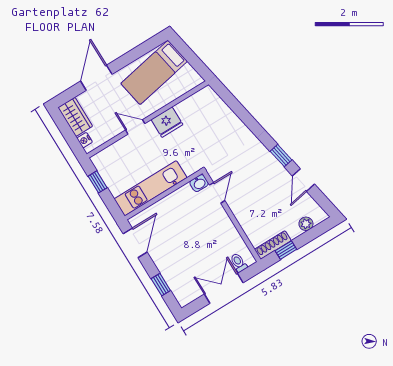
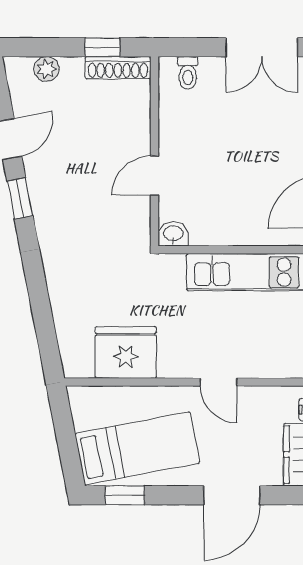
window: (146, 47) -> (125, 495), added
fridge: (167, 122) -> (126, 352), moved, width x1.36, depth x1.34
door: (217, 193) -> (155, 176), moved
double door: (224, 288) -> (262, 47), moved

